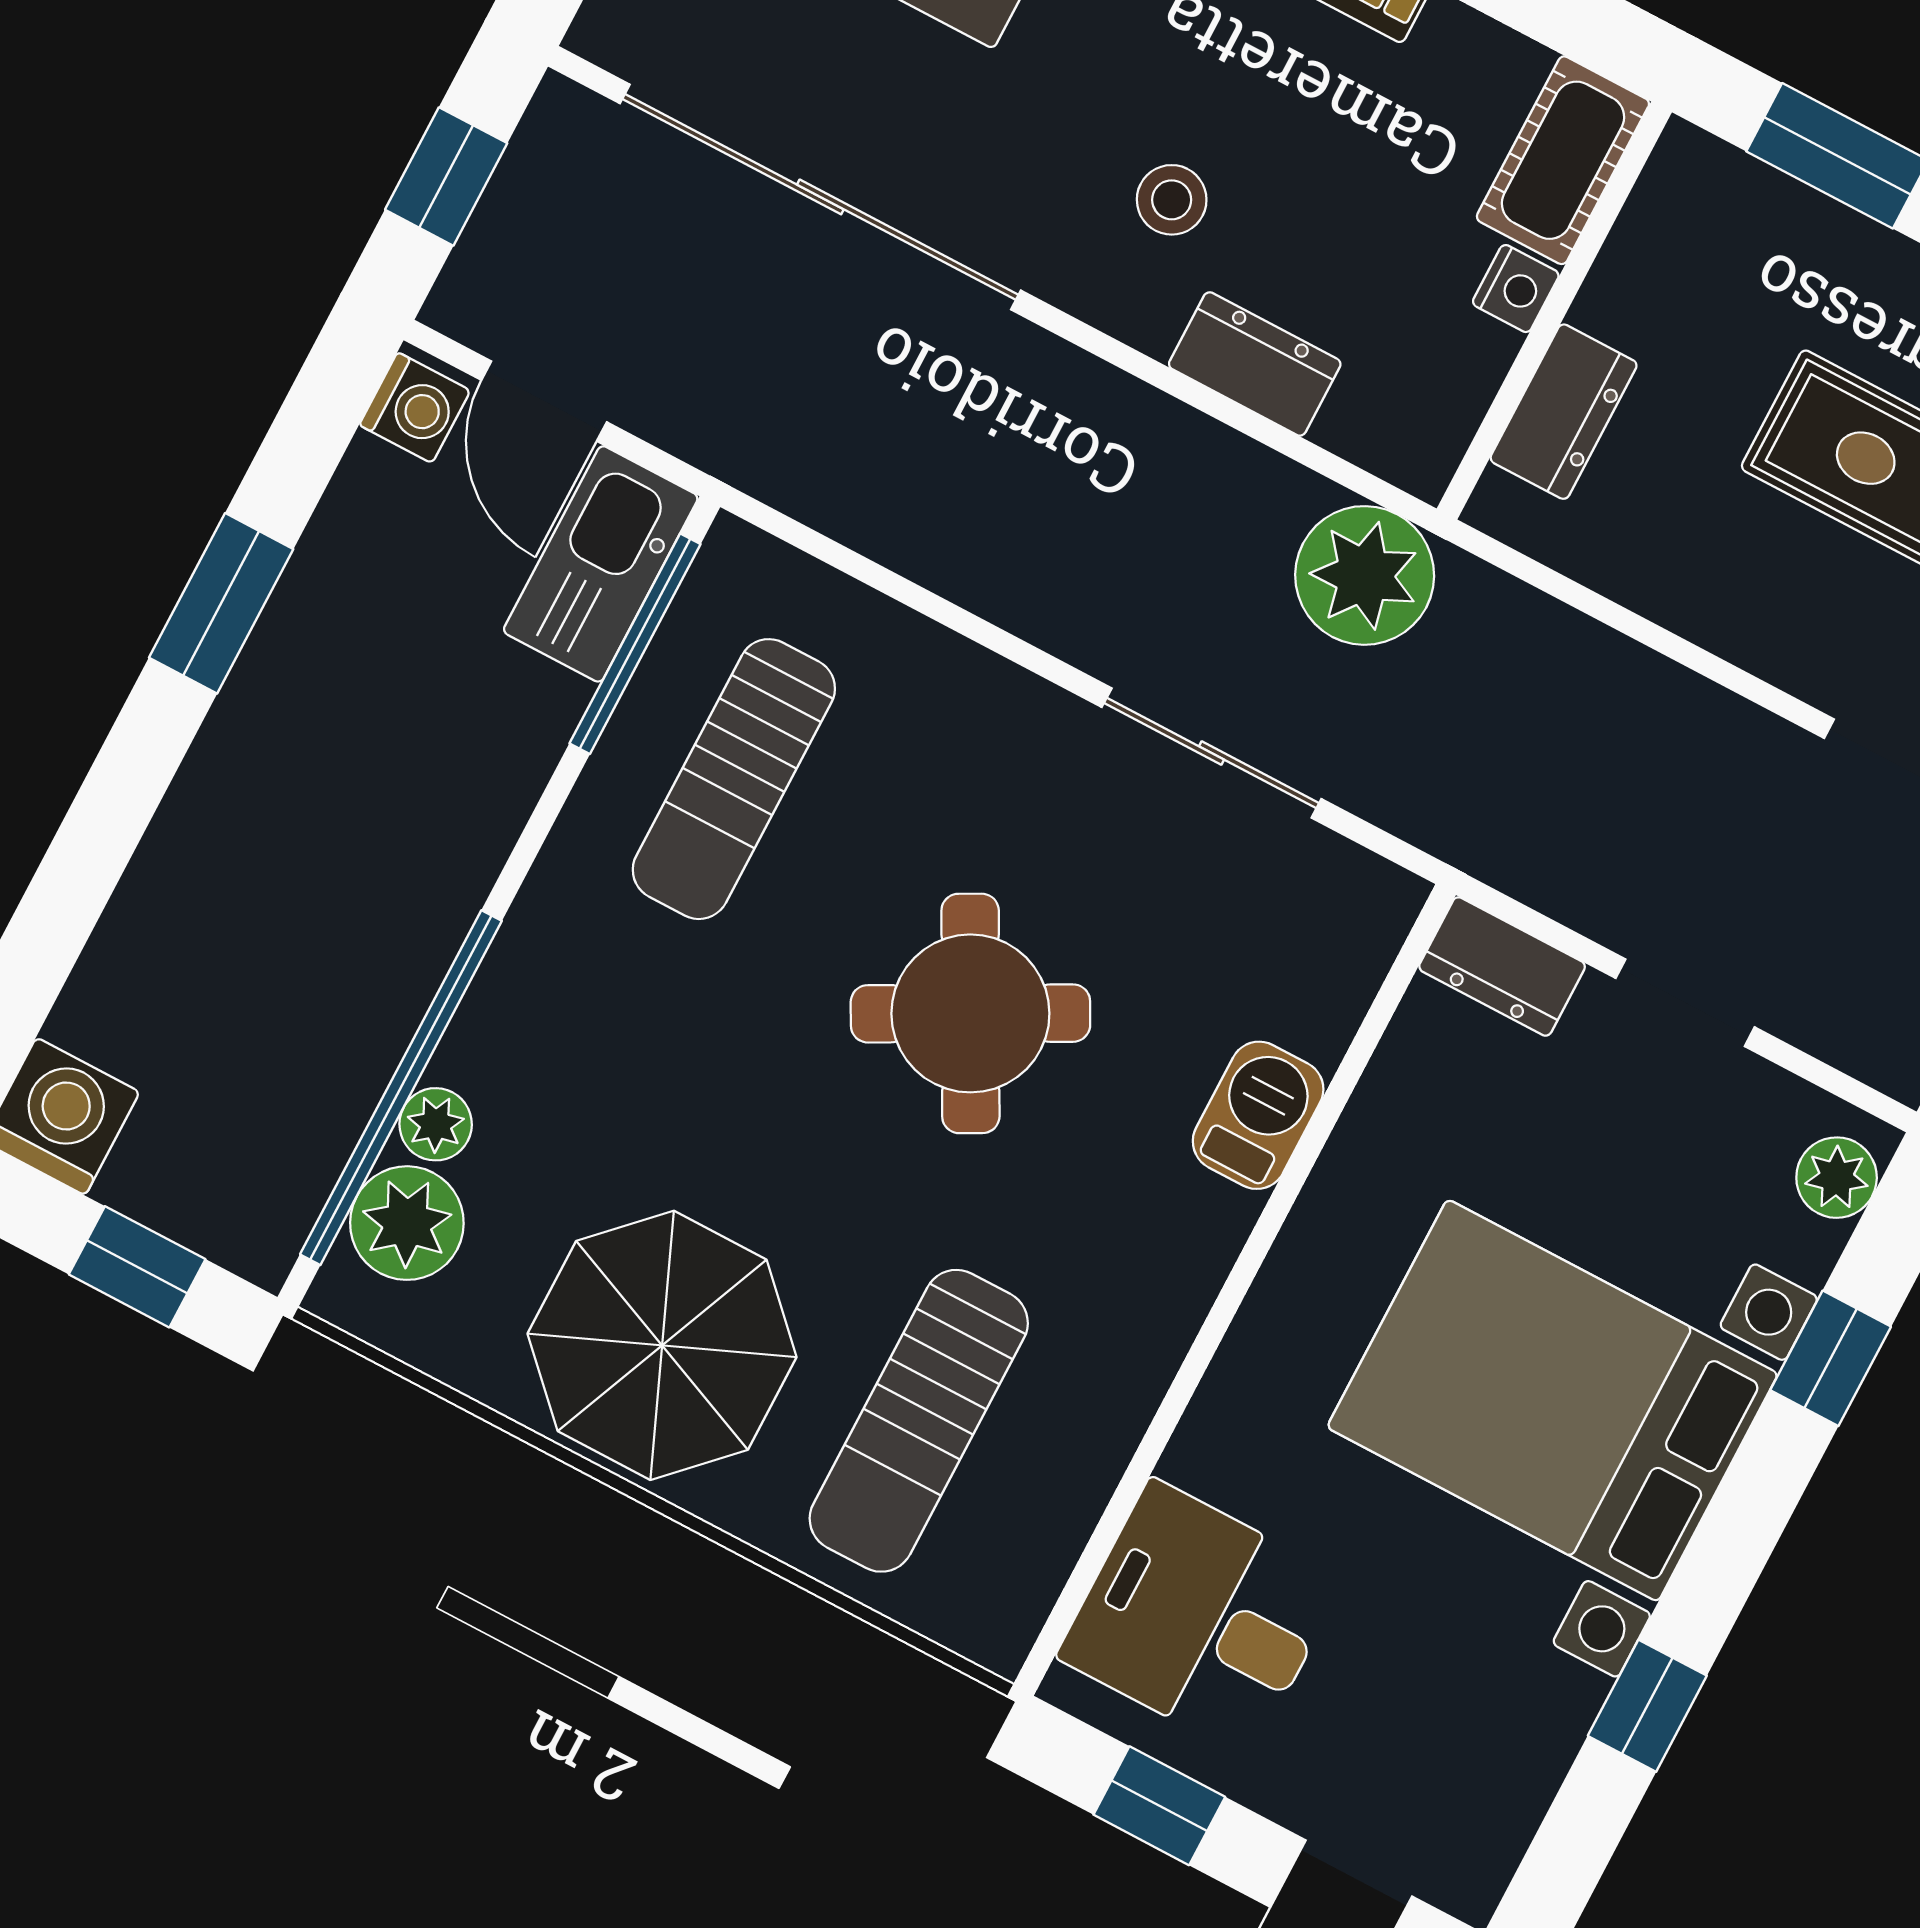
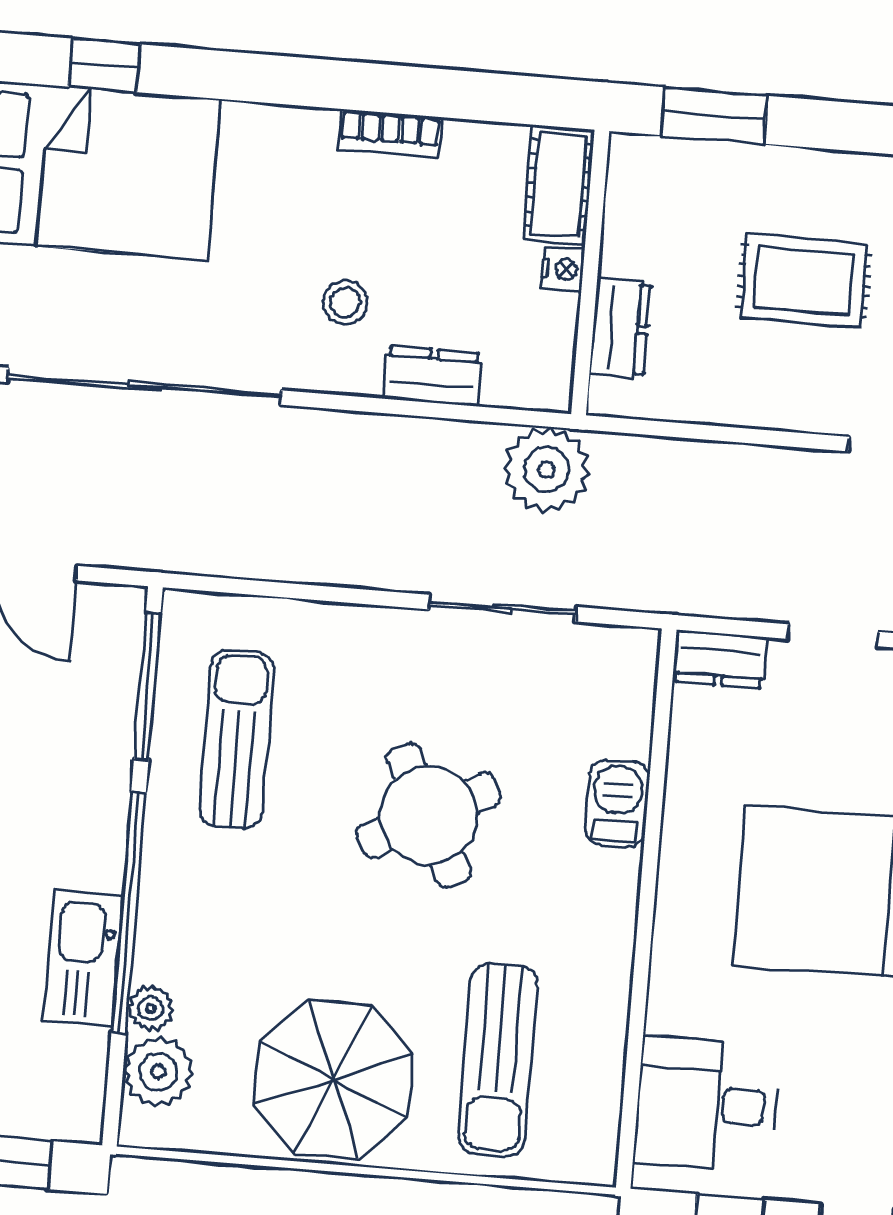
kitchen sink: (601, 564) -> (83, 959), moved
sun lounger: (734, 779) -> (237, 739), turned 180
window: (401, 1088) -> (129, 912), moved

